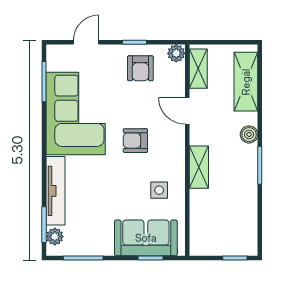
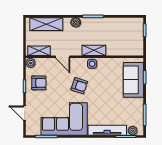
door: (187, 111) -> (63, 57), hinge flipped
armchair: (135, 141) -> (79, 86), turned -72
side table: (159, 190) -> (92, 64), moved

